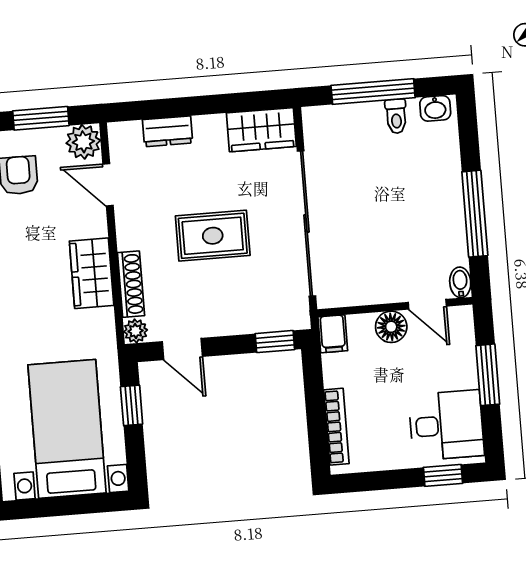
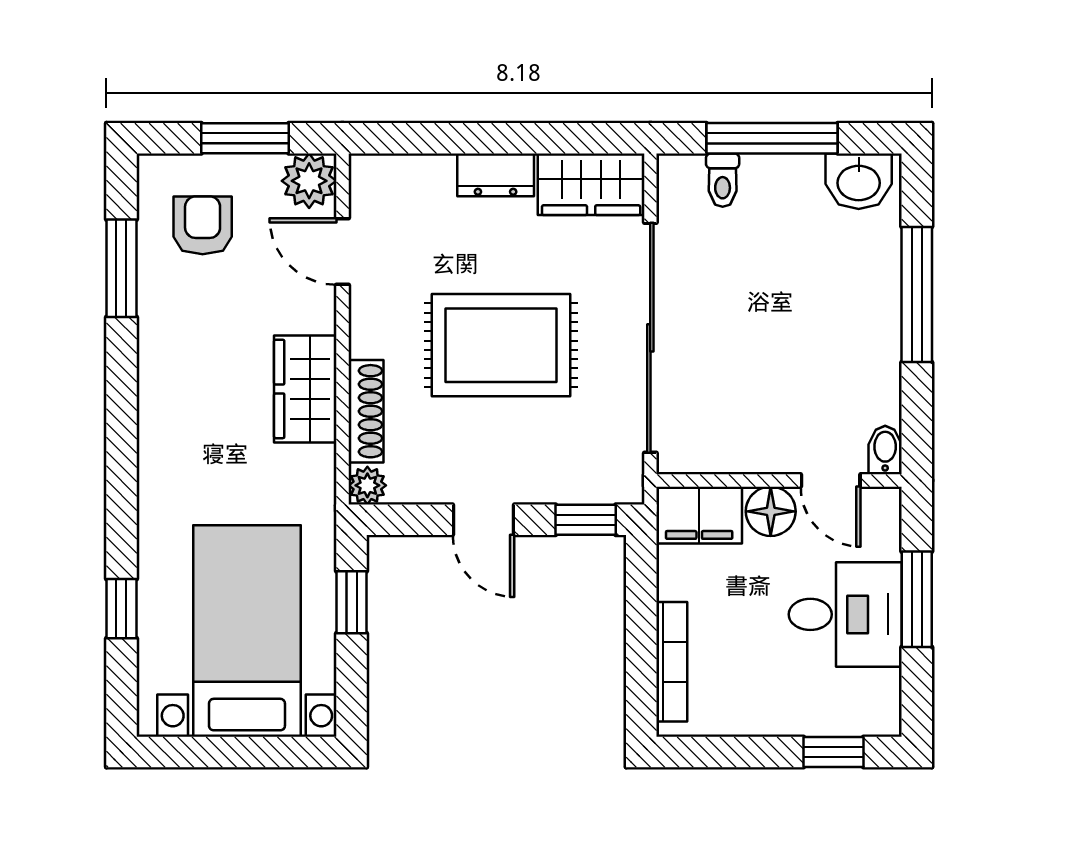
washbasin: (435, 108) -> (859, 181), width x1.38, depth x1.45
toilet: (396, 116) -> (723, 180), moved
dresser: (168, 131) -> (496, 175), moved
window: (475, 214) -> (917, 294), moved
rug: (213, 236) -> (501, 345), width x1.36, depth x1.43
filing cabinet: (333, 334) -> (699, 515), width x2.00
door: (182, 349) -> (484, 520), moved
desk: (446, 425) -> (845, 614), moved

